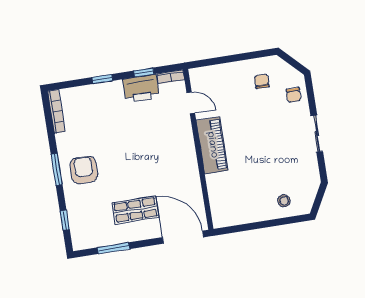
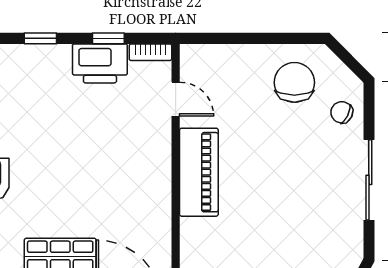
chair: (262, 81) -> (294, 82), width x1.87, depth x1.87
chair: (294, 95) -> (342, 112), turned 117
sliding door: (317, 134) -> (369, 180), width x1.37

